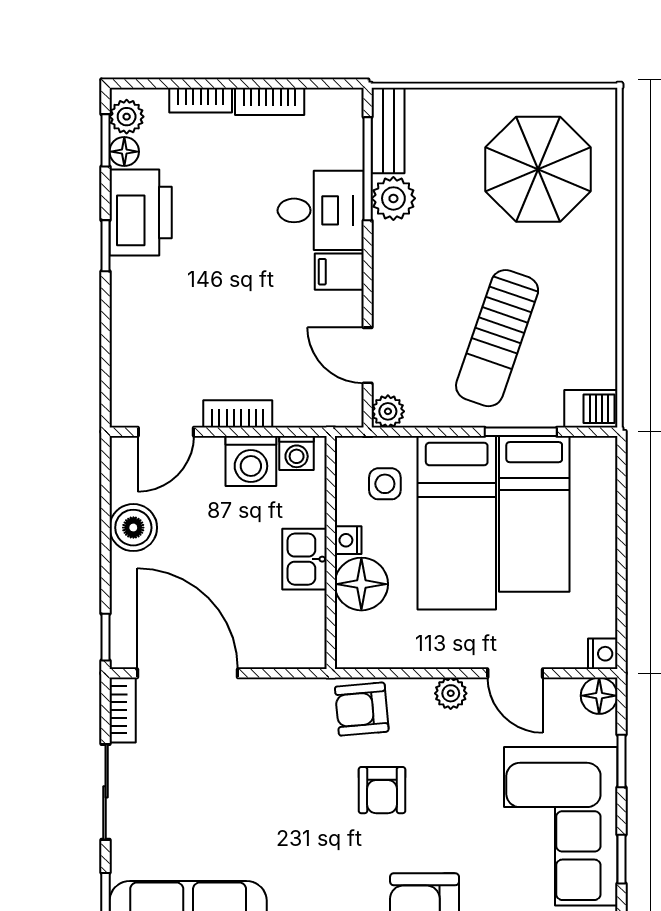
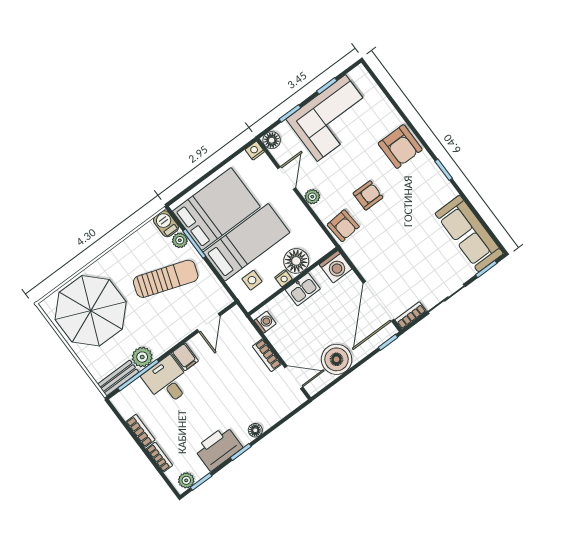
floor lamp: (124, 152) -> (255, 430), moved
parasol: (538, 169) -> (91, 311), width x1.36, depth x1.36
plant: (388, 411) -> (180, 240), moved
washing machine: (251, 461) -> (336, 267), moved, turned 90
bed: (534, 514) -> (216, 209), width x1.50
boiler: (133, 528) -> (337, 359), width x1.37, depth x1.37

